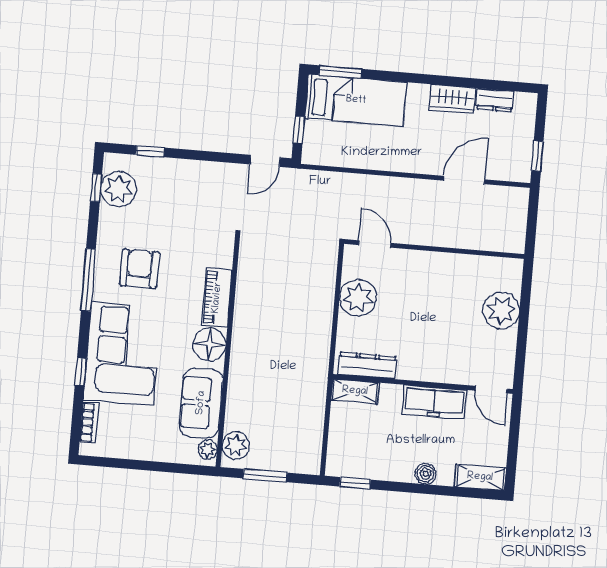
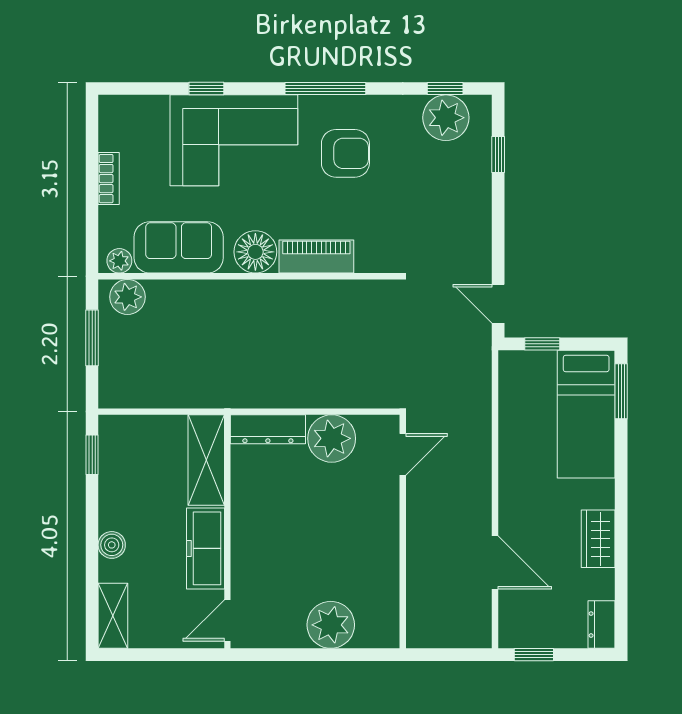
dresser: (495, 100) -> (602, 625), moved
dresser: (367, 365) -> (268, 429), moved, turned 90
shelving: (355, 391) -> (206, 460), width x1.50, depth x1.33
bookcase: (89, 422) -> (109, 179), moved, turned -90

